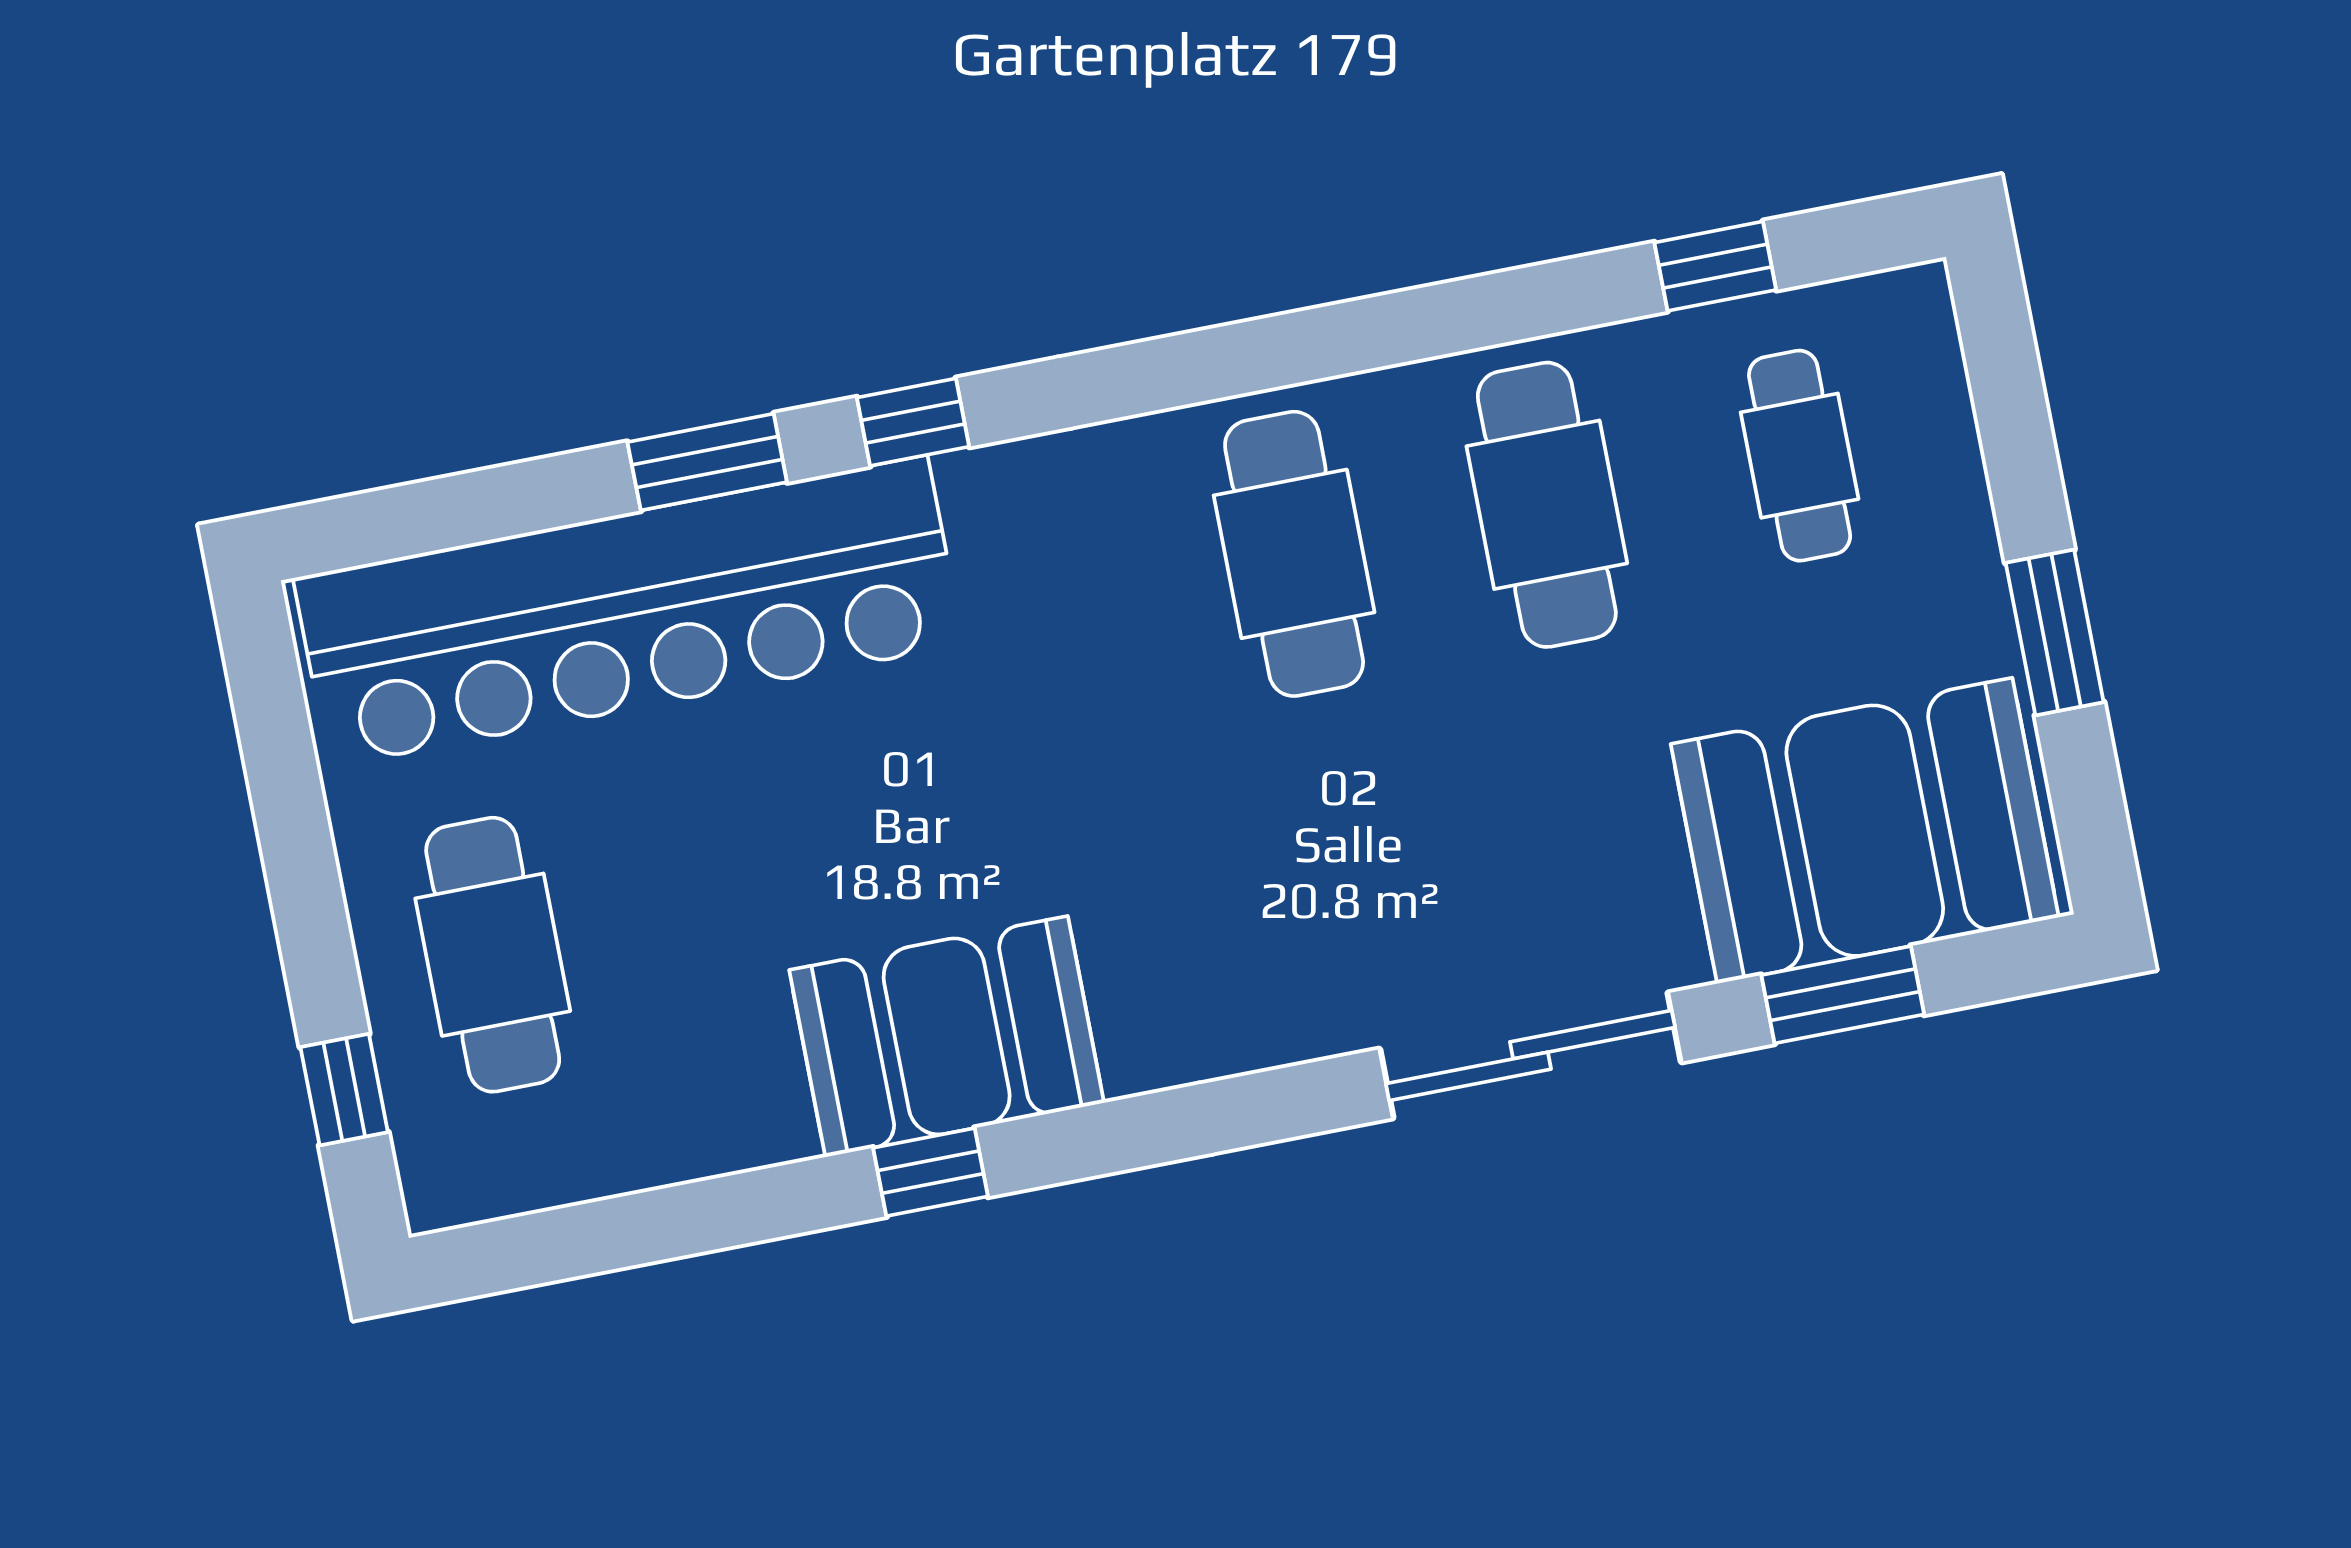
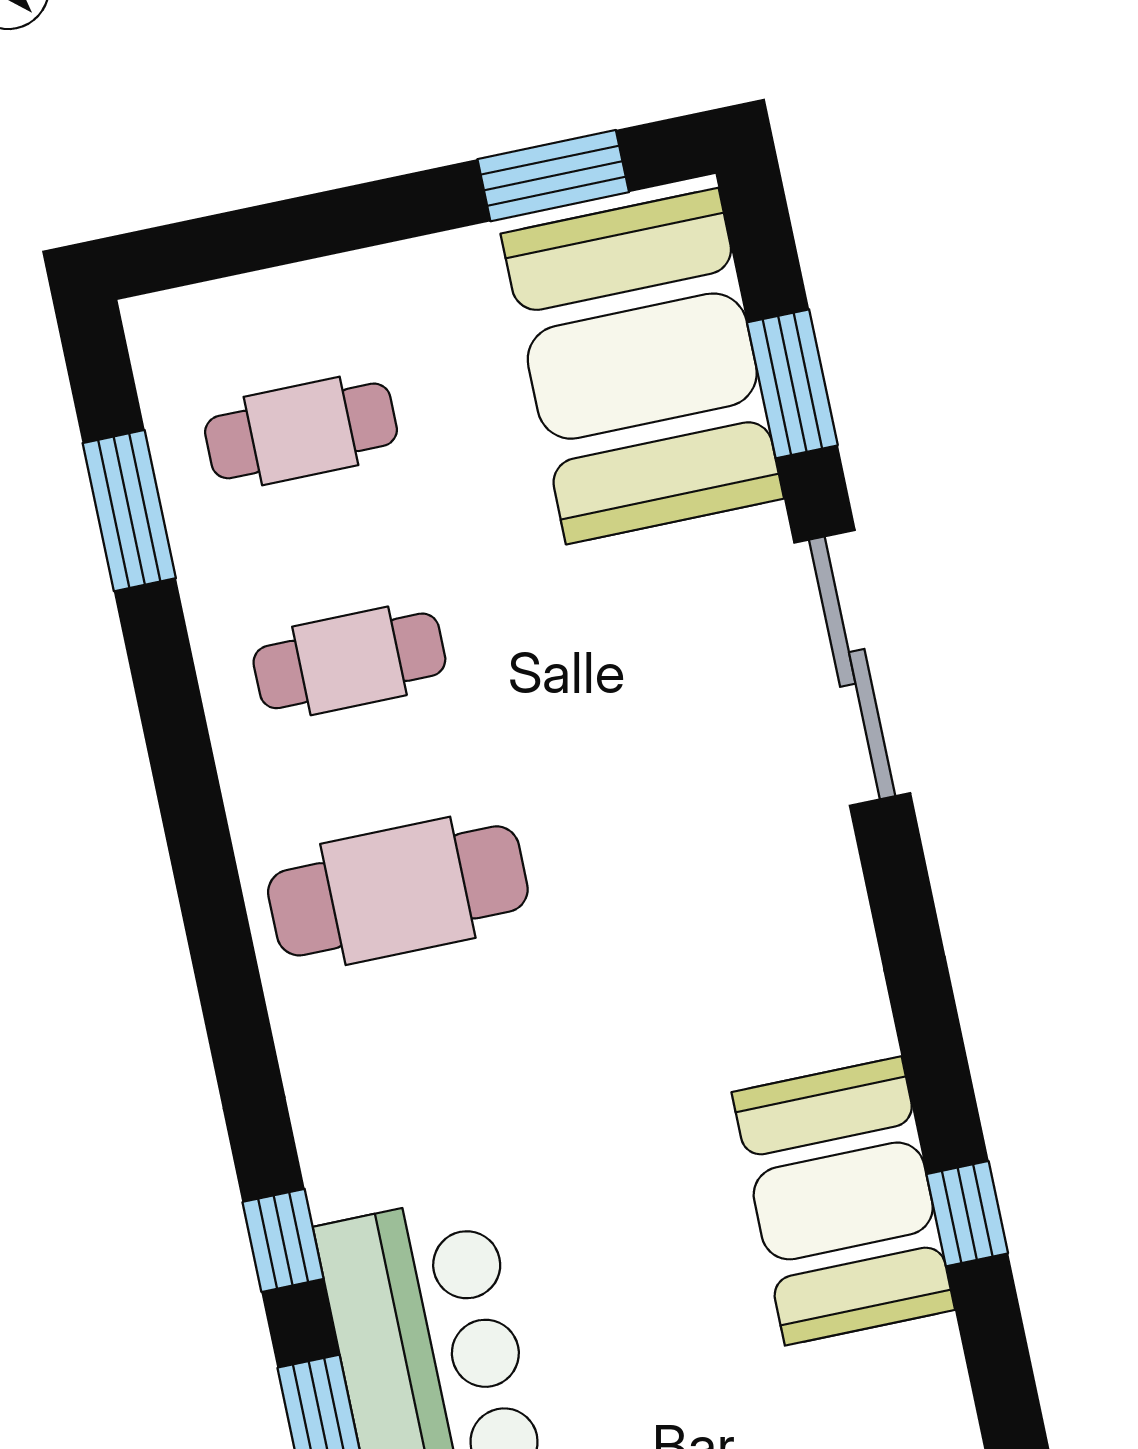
window: (1715, 266) -> (129, 511), width x1.50
cafe table: (1547, 505) -> (349, 661), width x0.73, depth x0.74
window: (2055, 633) -> (553, 176), moved

